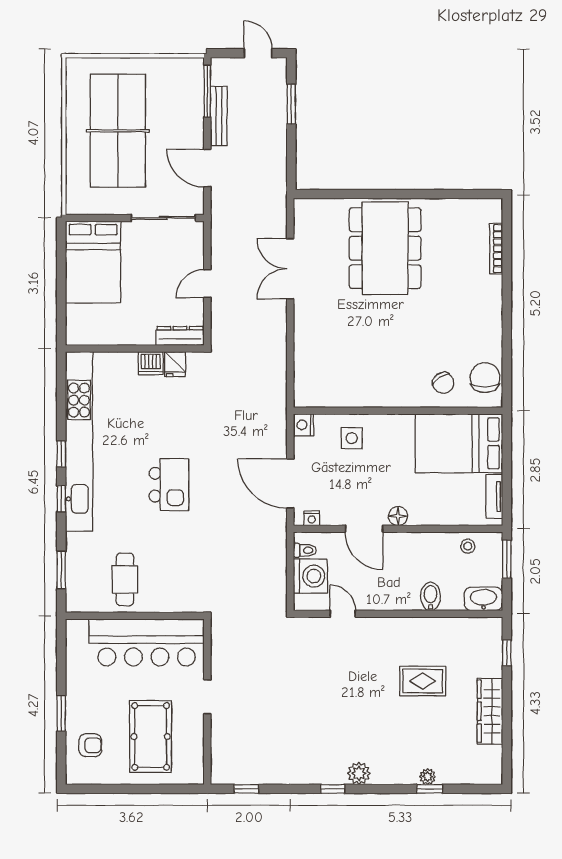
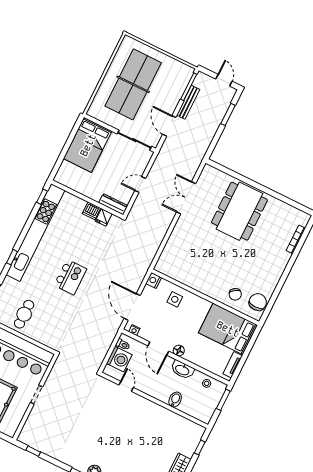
window: (61, 454) -> (42, 197), moved
washbasin: (483, 599) -> (182, 370), moved, turned 180
rug: (423, 681) -> (150, 441), removed

